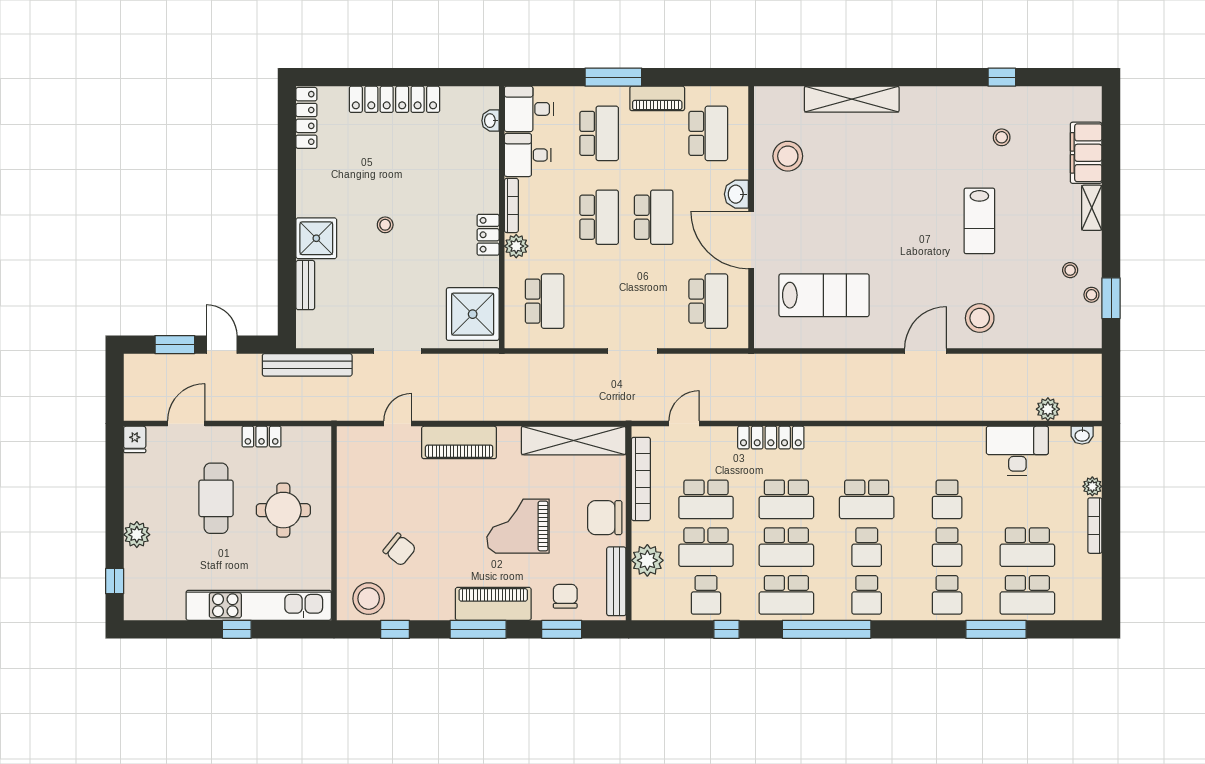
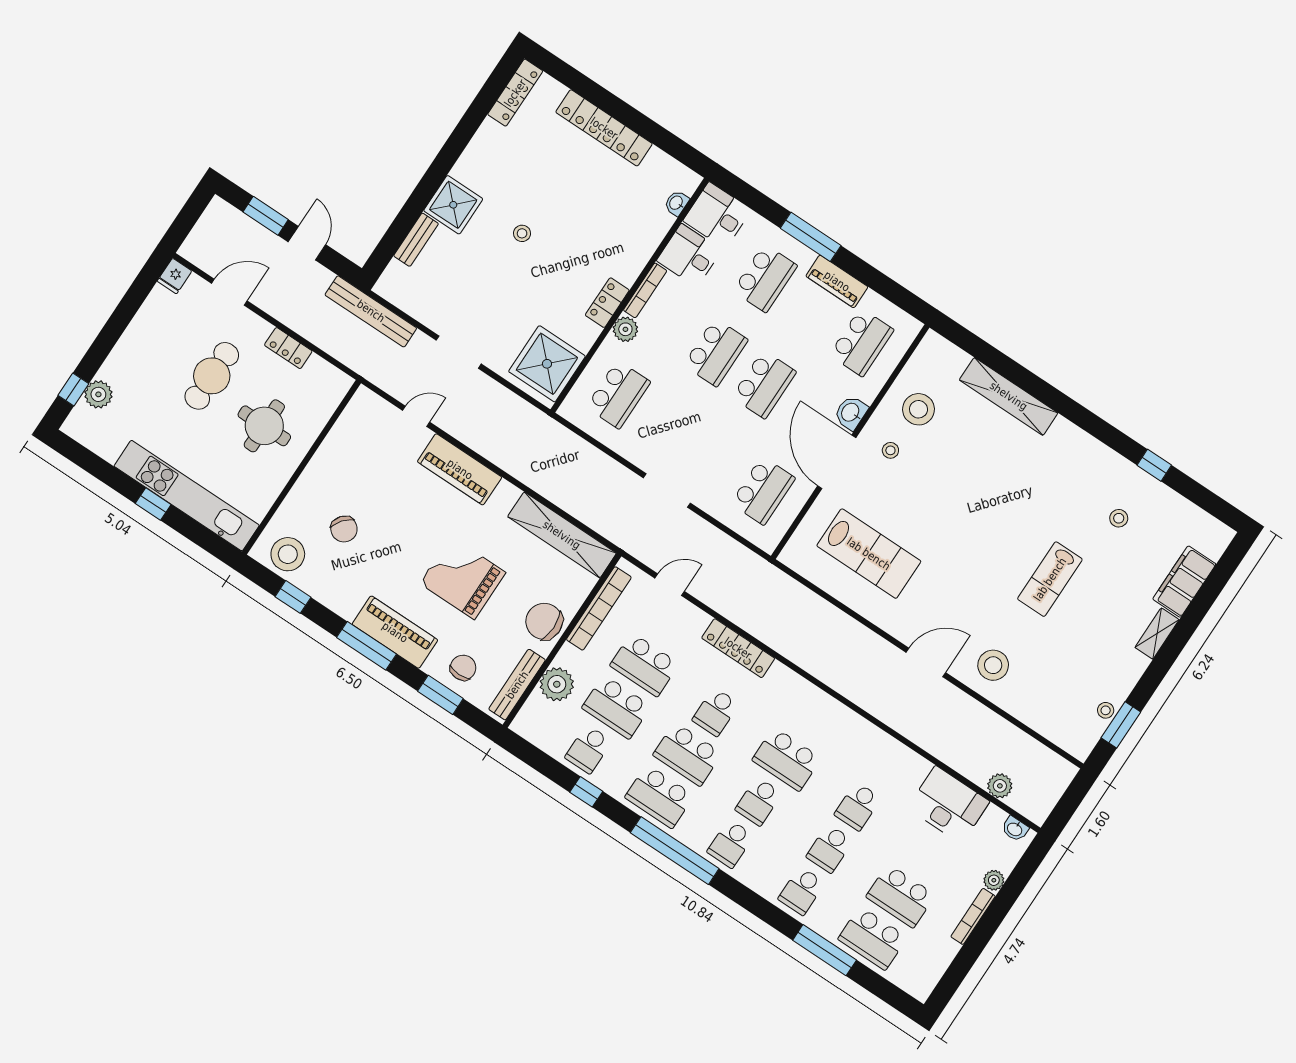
stool: (1070, 270) -> (890, 450), moved
school desk: (786, 499) -> (716, 712), width x0.54
plant: (137, 535) -> (98, 394), moved

